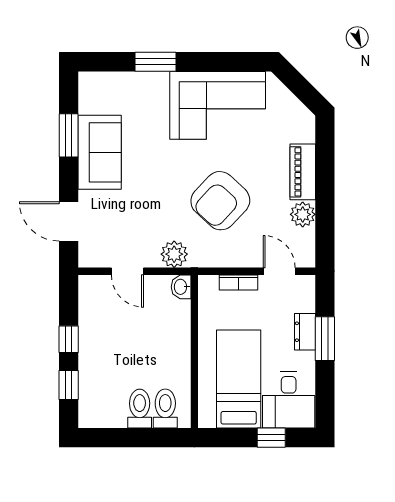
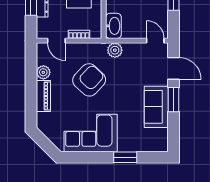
window: (69, 135) -> (174, 100), moved
door: (127, 271) -> (155, 41), moved
washbasin: (181, 287) -> (113, 26), width x1.91, depth x1.45

